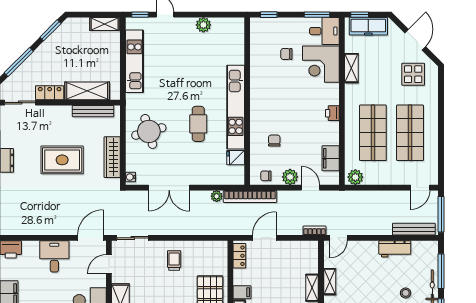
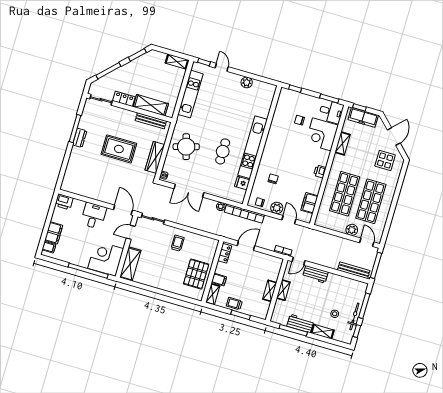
plant: (355, 177) -> (352, 230), moved
door: (420, 188) -> (367, 242), swing flipped
door: (91, 238) -> (123, 210), hinge flipped
workbench: (395, 249) -> (315, 274), moved

